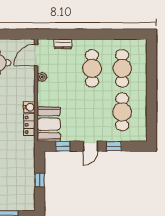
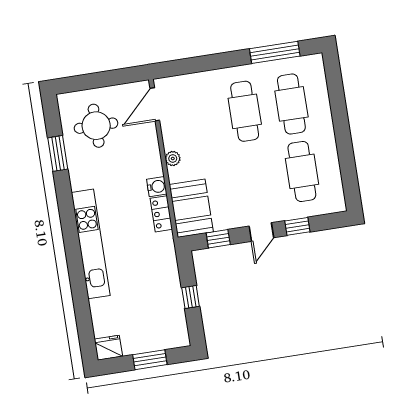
window: (117, 34) -> (275, 52), added
dresser: (63, 44) -> (194, 80), removed
plant: (42, 77) -> (173, 158), moved

